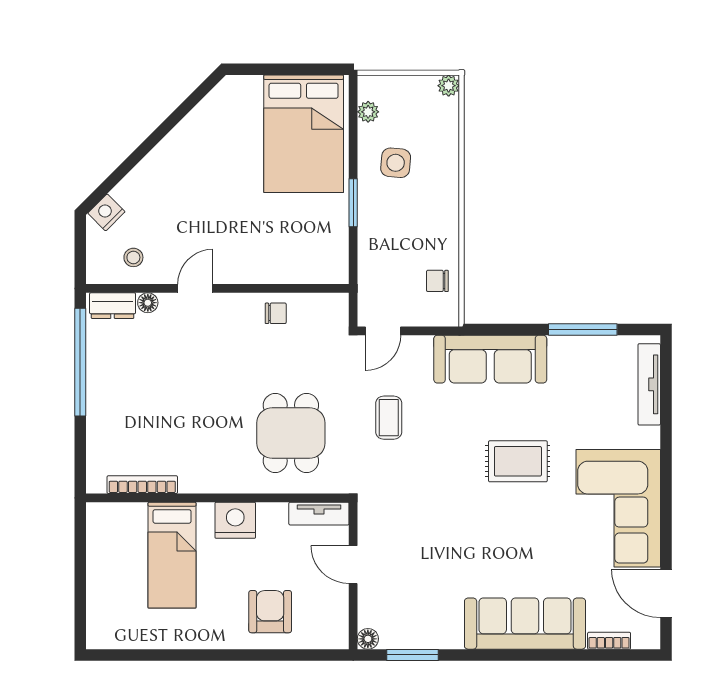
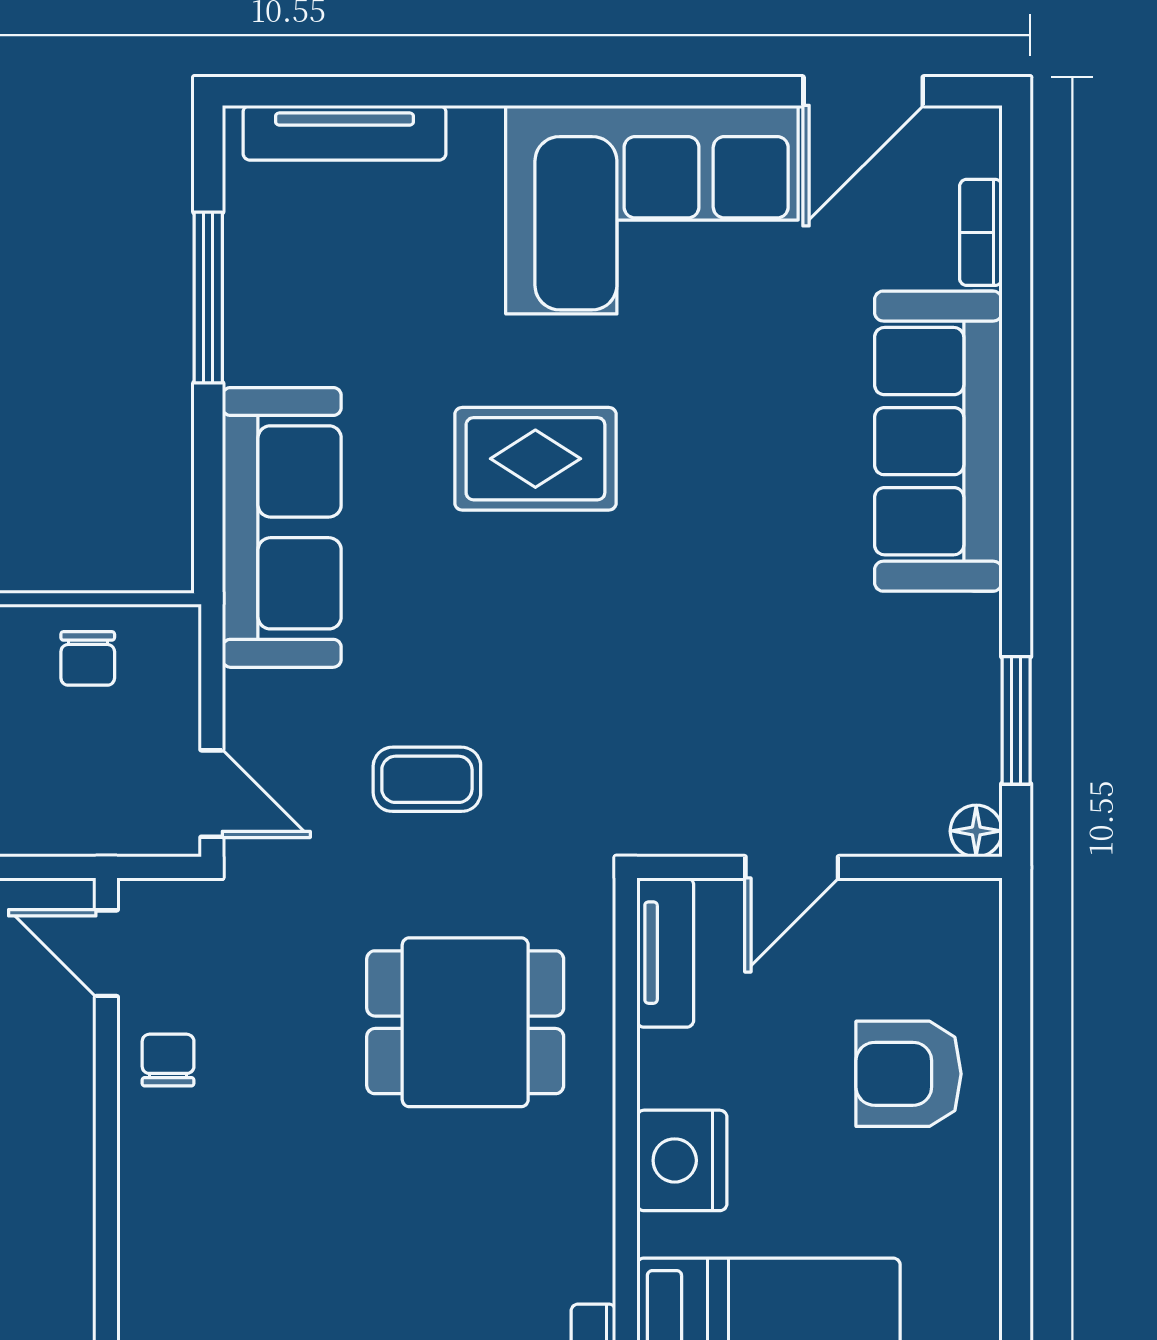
door: (195, 288) -> (106, 953), moved
rug: (518, 461) -> (535, 459), turned 90

